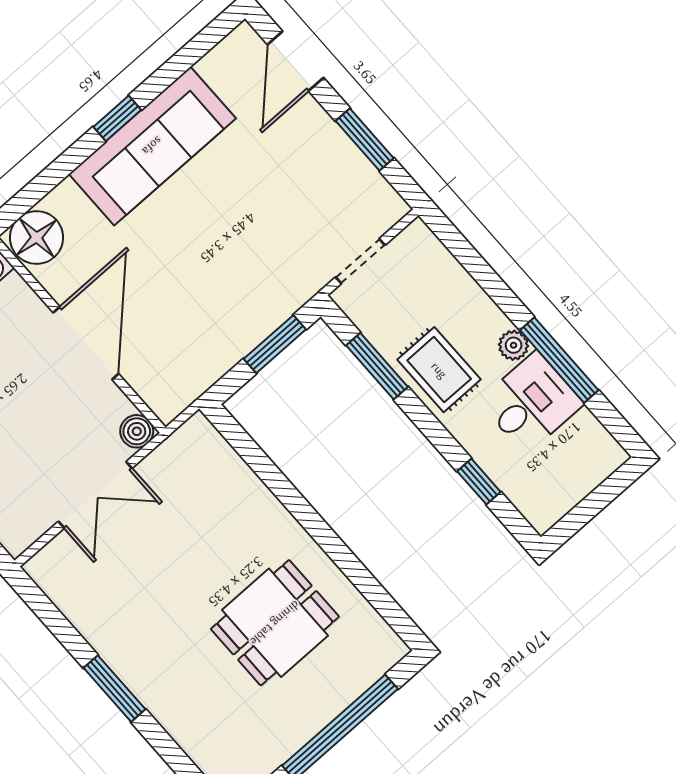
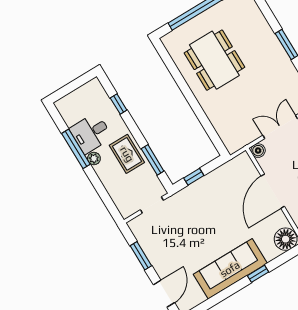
window: (117, 118) -> (258, 274), moved
window: (275, 344) -> (194, 177), width x0.67
dining table: (275, 623) -> (214, 60), width x1.38

